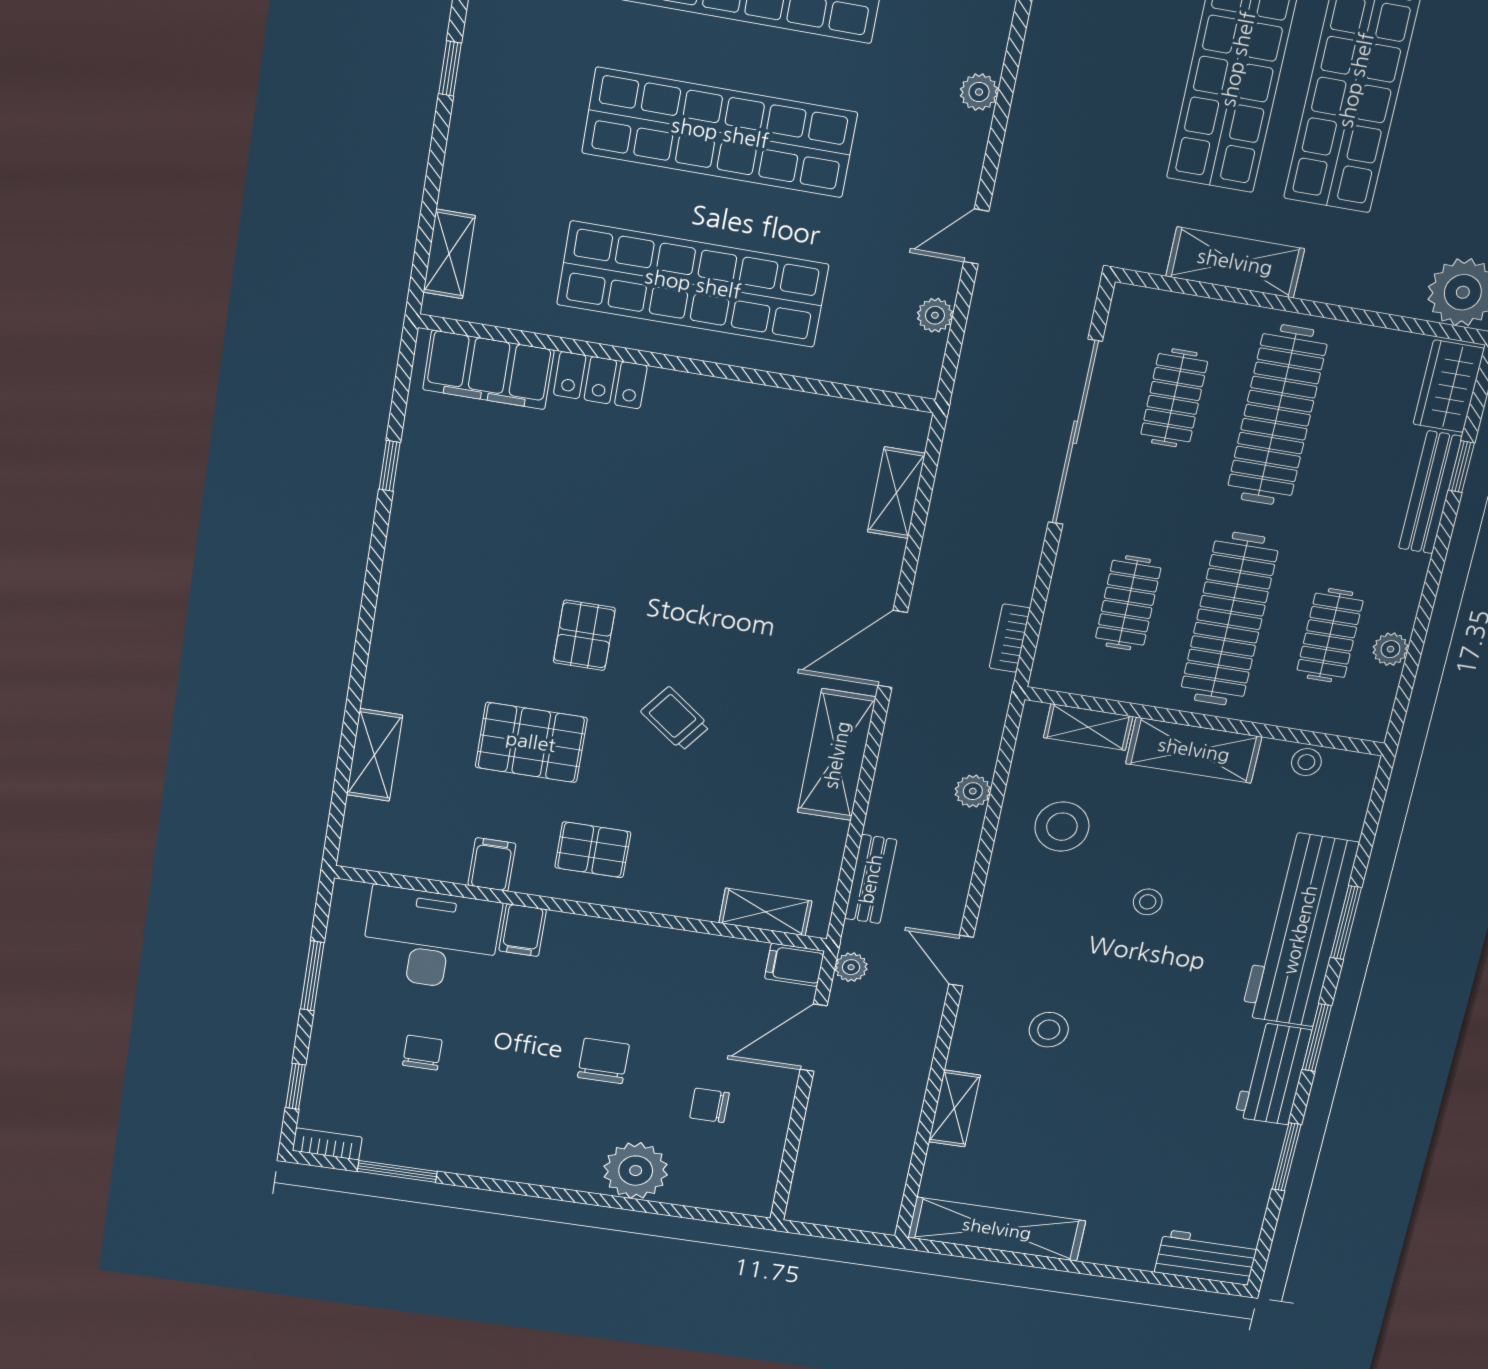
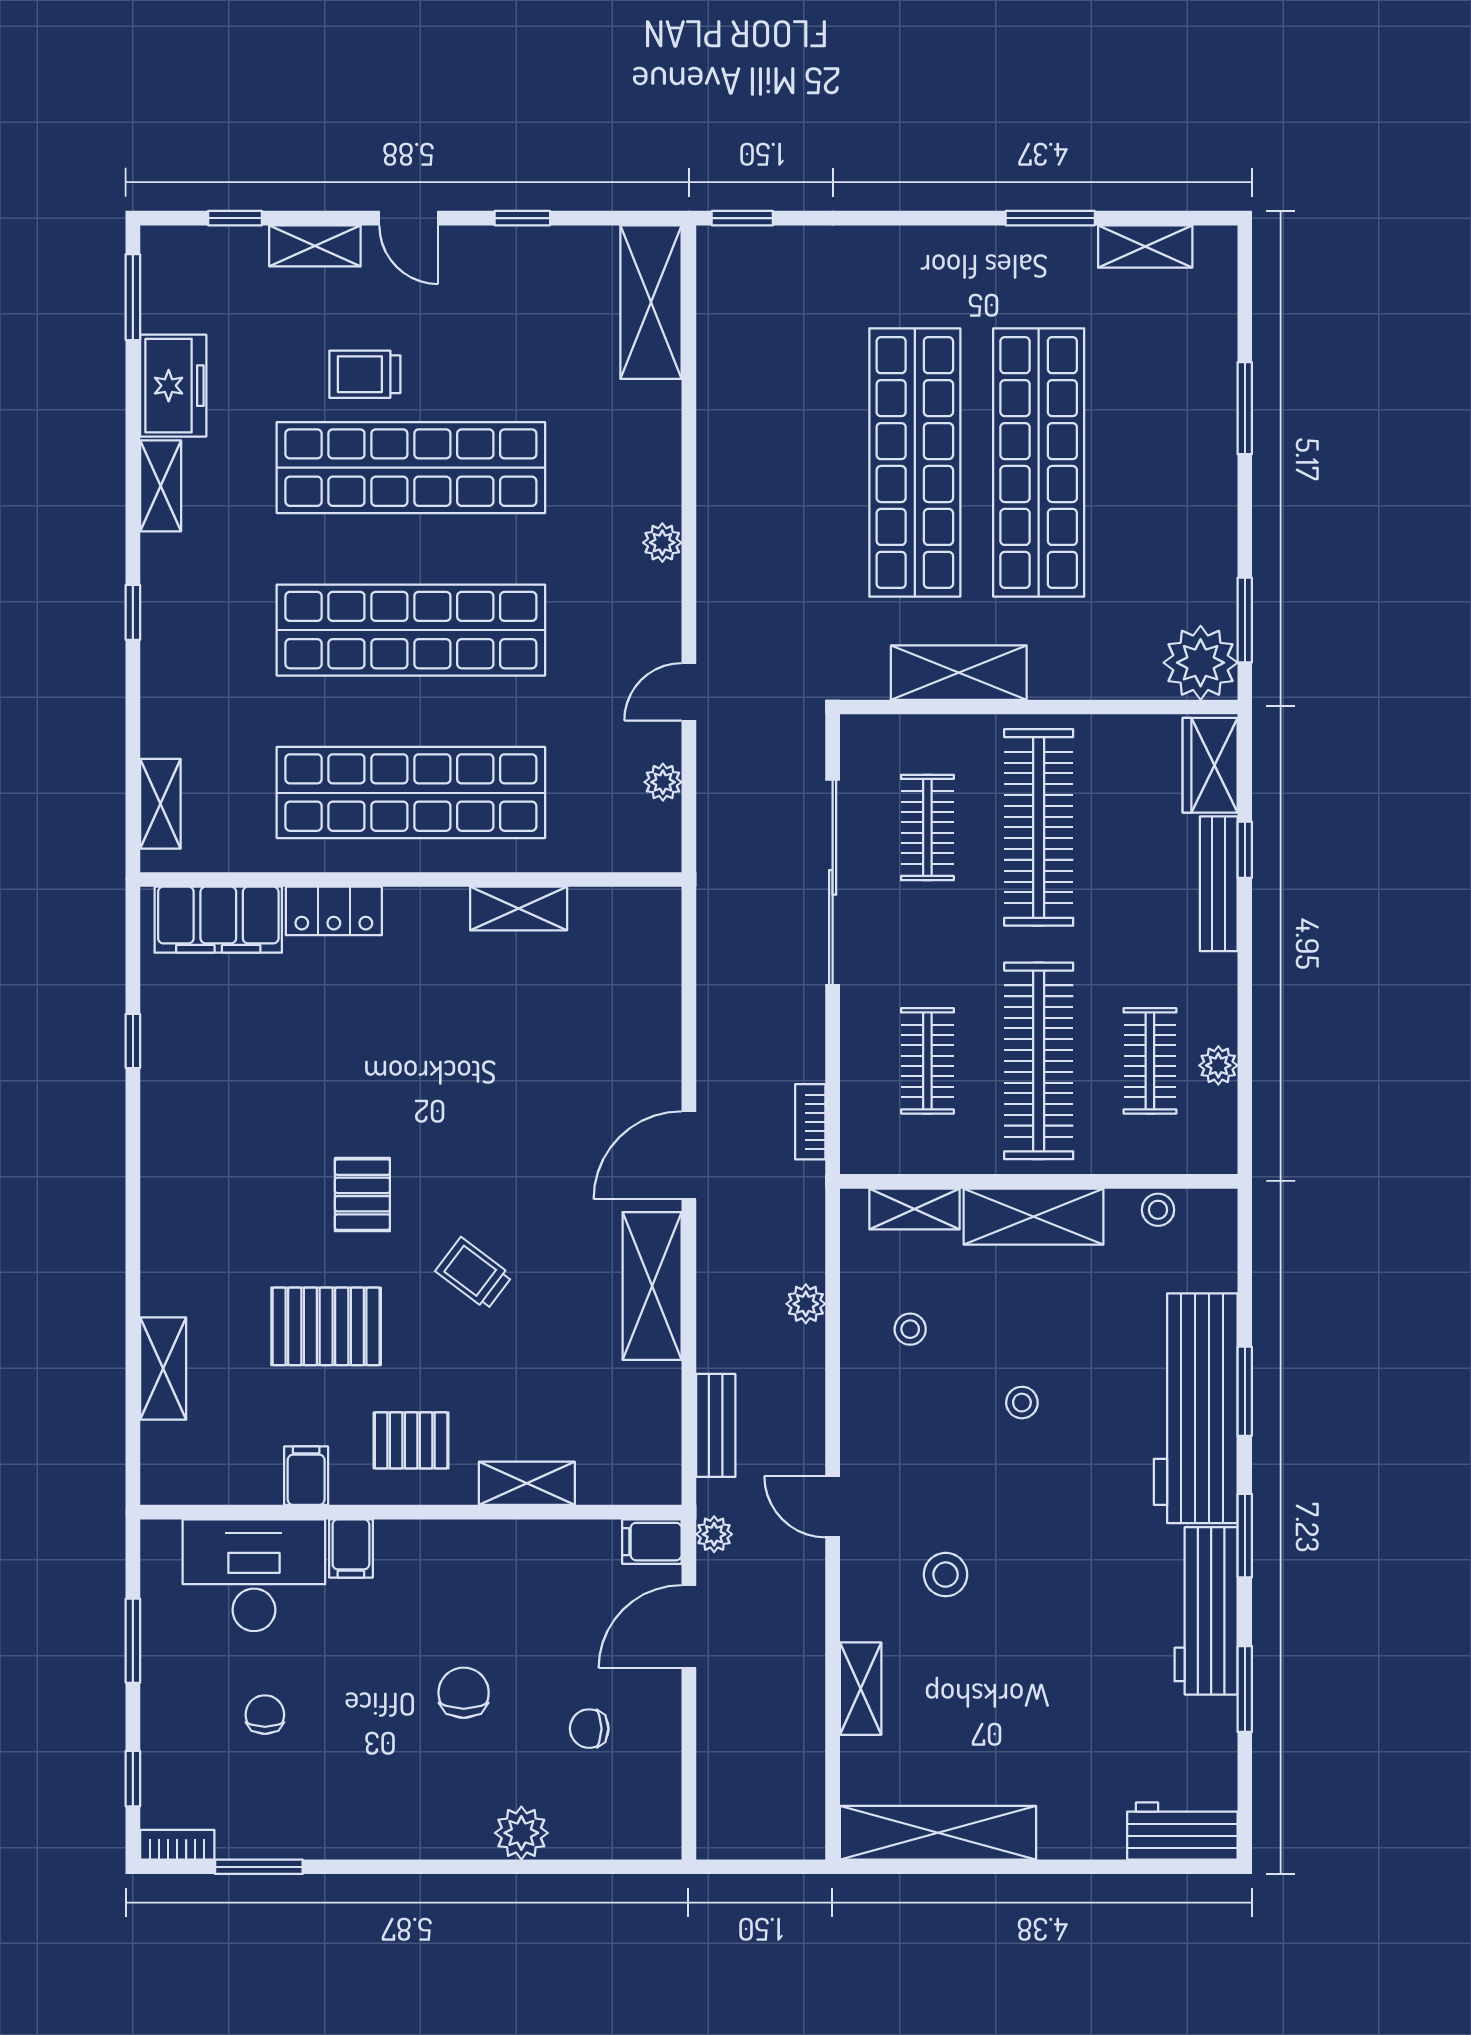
shelving: (896, 493) -> (519, 908), moved, turned 90
stool: (1062, 827) -> (910, 1329), width x0.53, depth x0.53
shelving: (765, 912) -> (527, 1483), moved
workbench: (1273, 1074) -> (1206, 1611), width x1.37
plant: (636, 1171) -> (521, 1833), width x0.73, depth x0.73

